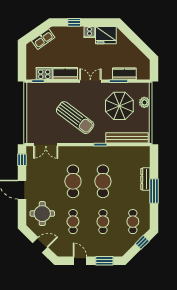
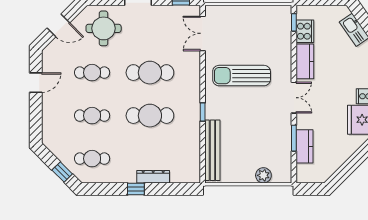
parasol: (119, 106) -> (258, 139), removed
sun lounger: (75, 118) -> (242, 76), turned 53
window: (154, 191) -> (136, 189), width x0.46
door: (40, 245) -> (58, 25), hinge flipped
window: (104, 261) -> (36, 118), removed

